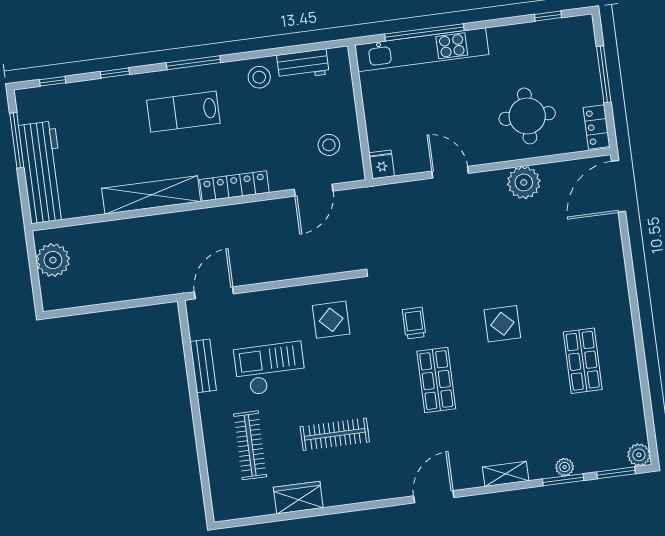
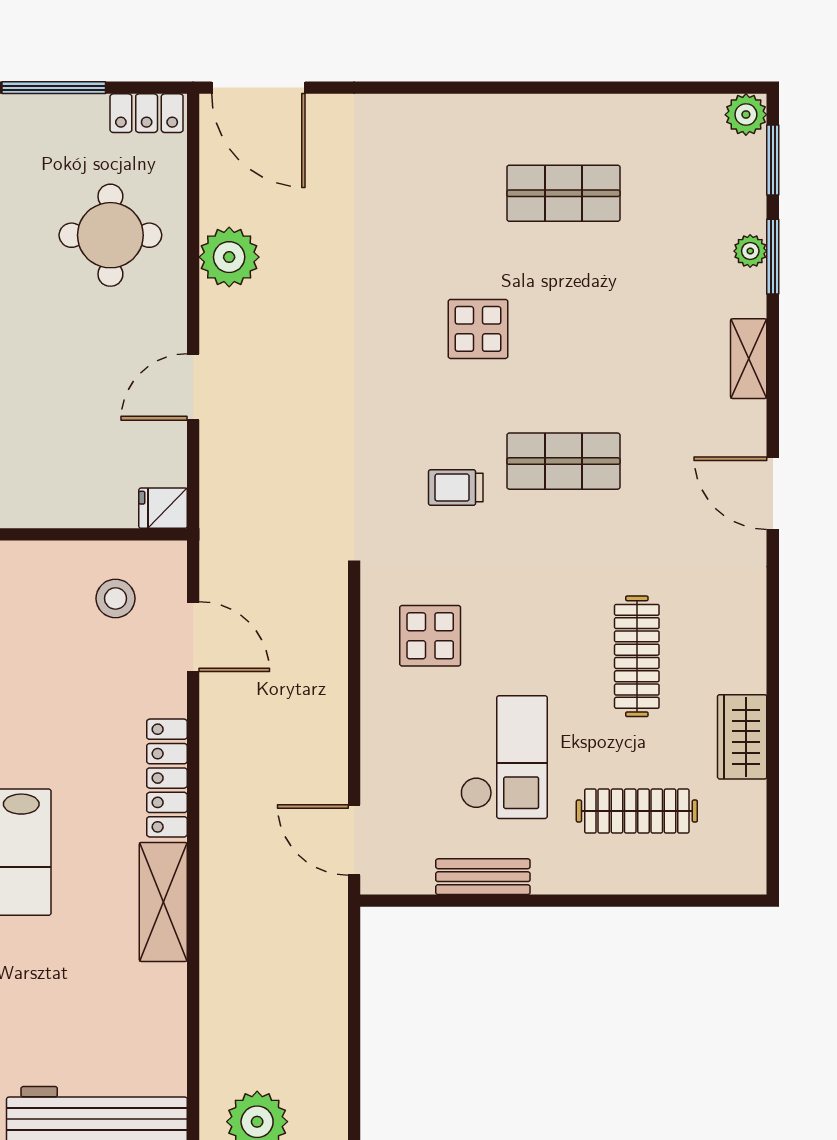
shelving: (151, 195) -> (163, 902), width x0.68
checkout: (270, 369) -> (504, 757), turned 180

